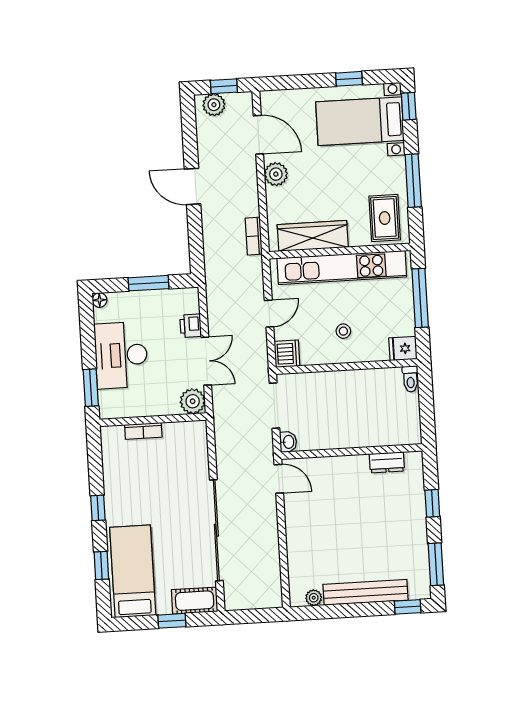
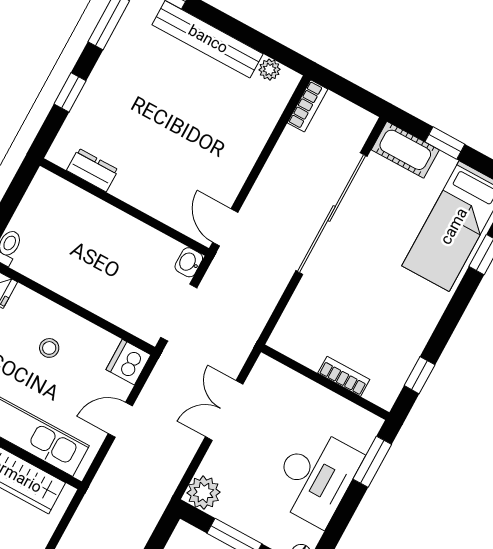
bookcase: (254, 236) -> (308, 106), moved
printer: (191, 326) -> (217, 461), removed
plant: (193, 401) -> (203, 493), moved
window: (98, 508) -> (420, 375), moved

